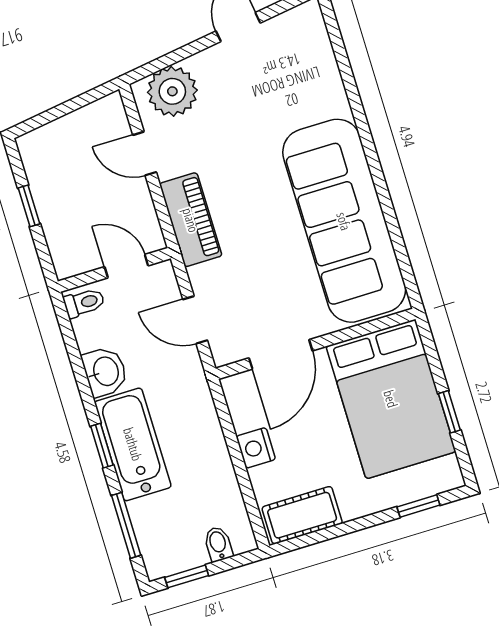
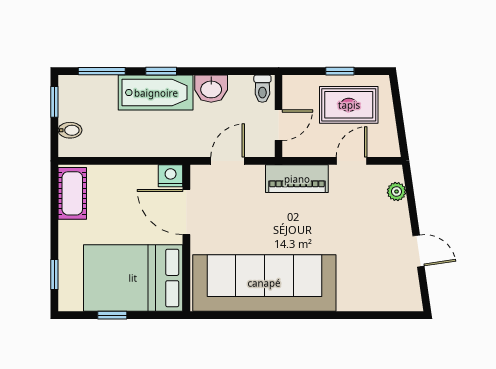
plant: (172, 91) -> (397, 191), width x0.53, depth x0.53
rug: (71, 180) -> (349, 105), added
nightstand: (256, 448) -> (171, 176), moved

